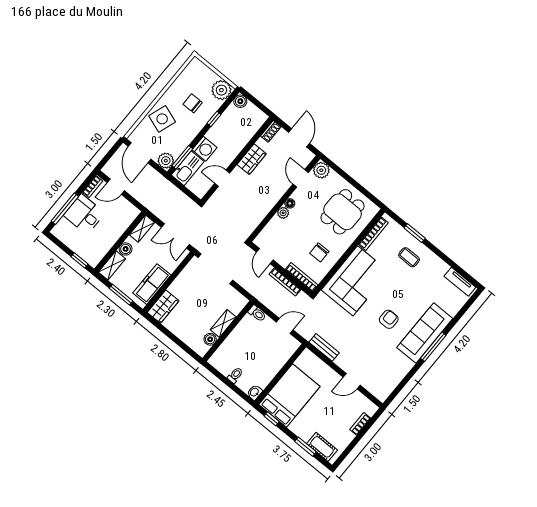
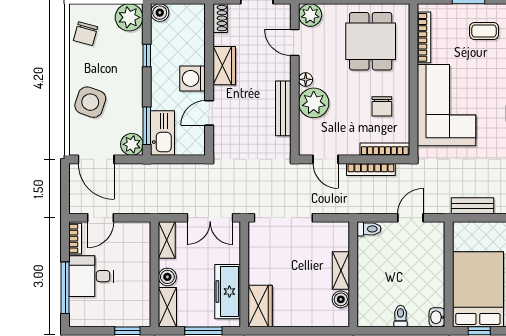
chair: (193, 103) -> (86, 34), moved, turned -75
washing machine: (205, 149) -> (193, 78), moved, turned 180
bench: (265, 209) -> (283, 108), added
plant: (283, 213) -> (314, 103), width x1.88, depth x1.88

